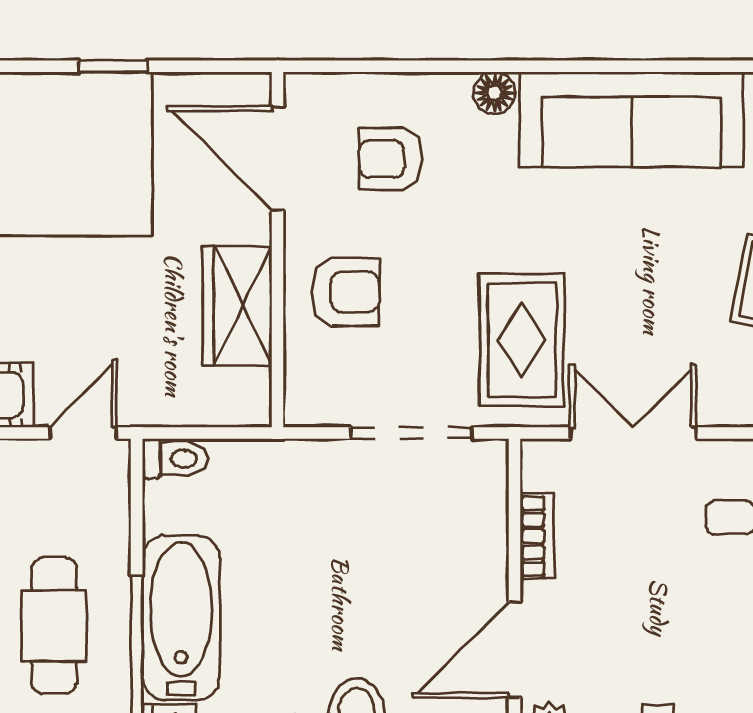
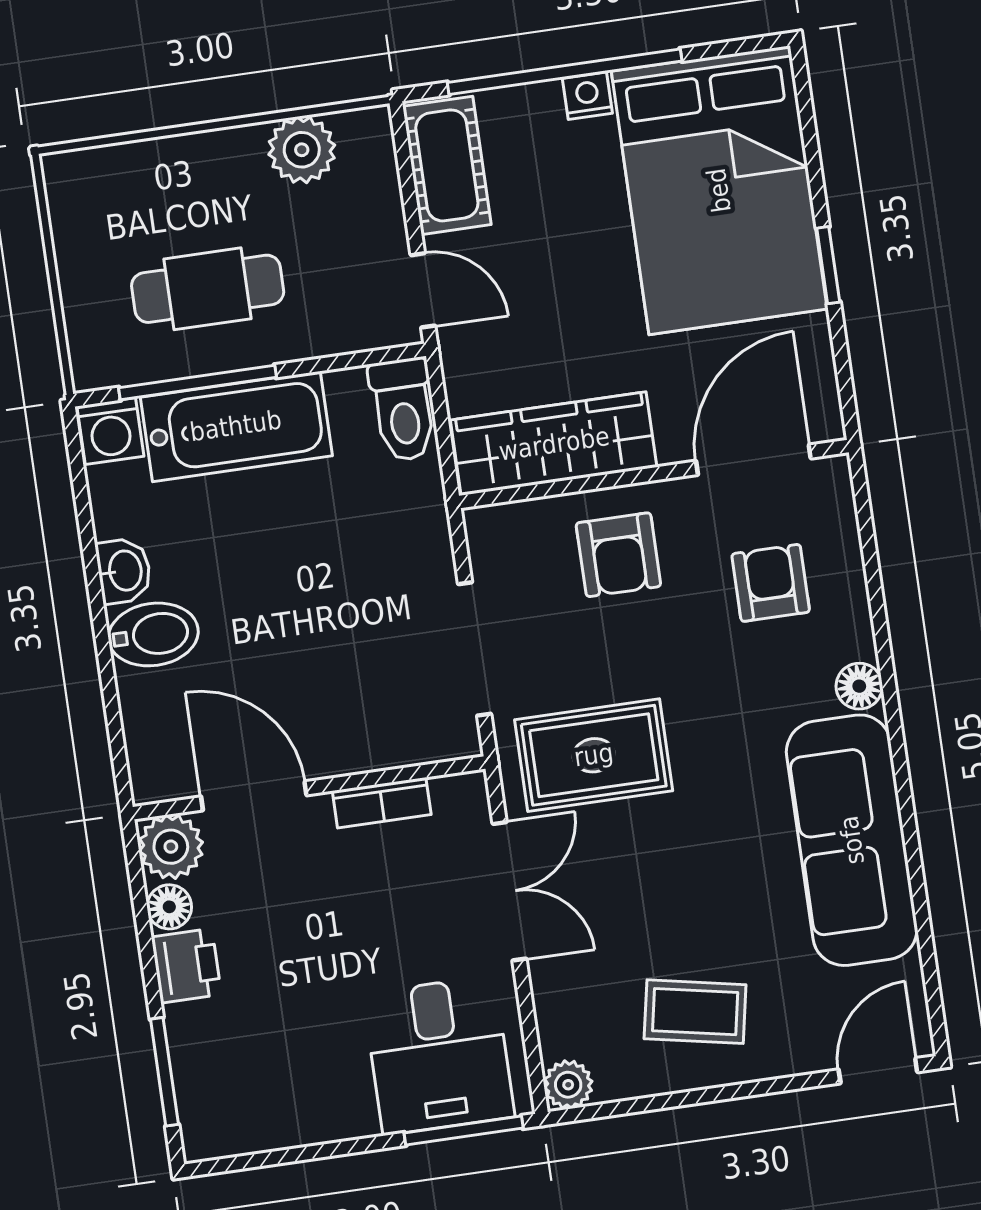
wardrobe: (237, 306) -> (554, 444), width x1.50
toilet: (175, 459) -> (403, 409), width x1.37, depth x1.39

